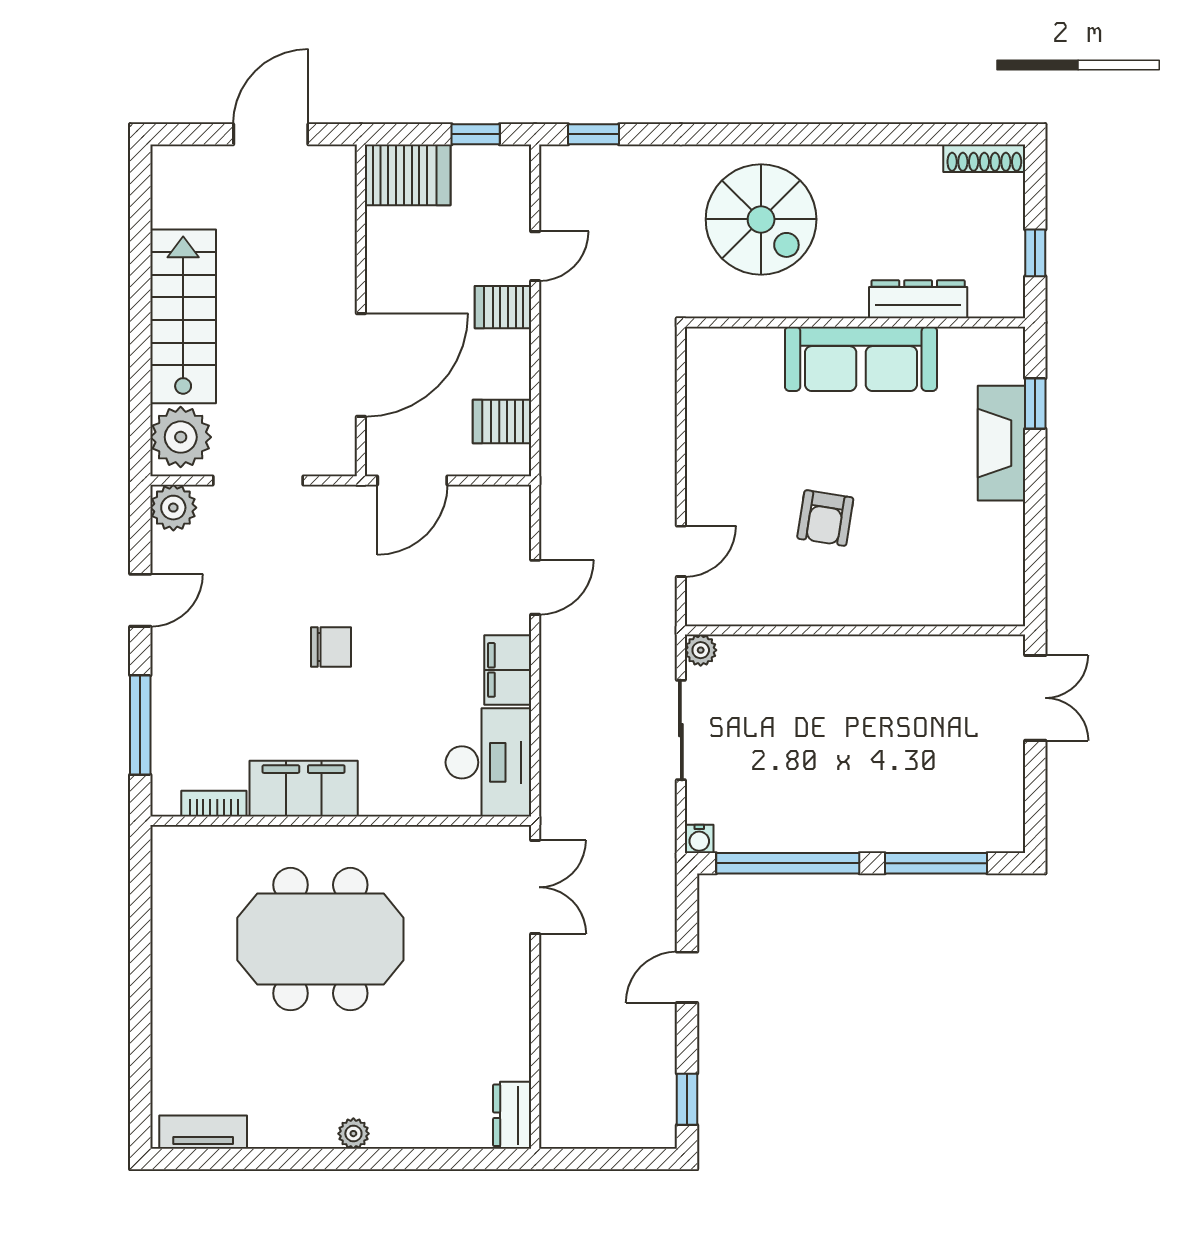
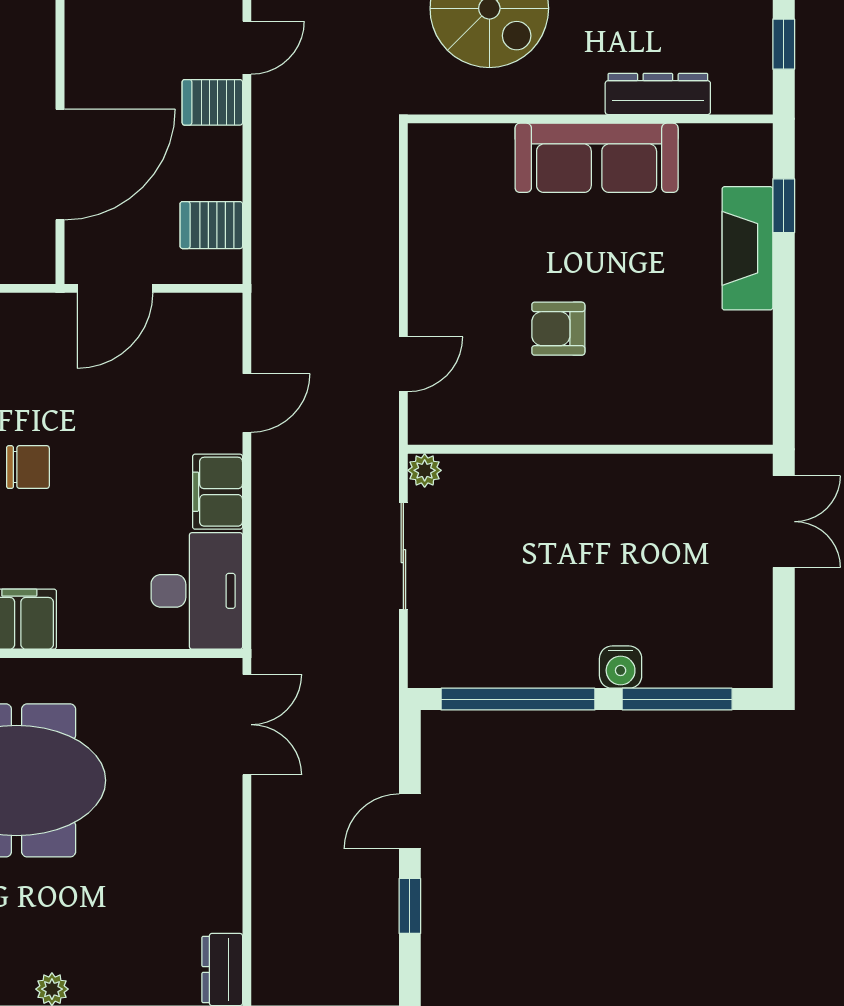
armchair: (825, 518) -> (558, 329), turned 81
water cooler: (699, 839) -> (621, 667), moved, width x1.38, depth x1.38
window: (687, 1099) -> (410, 906), moved

